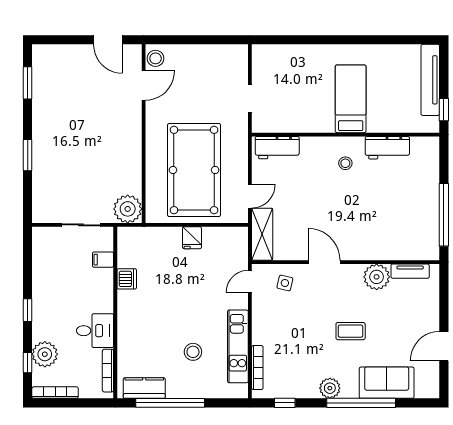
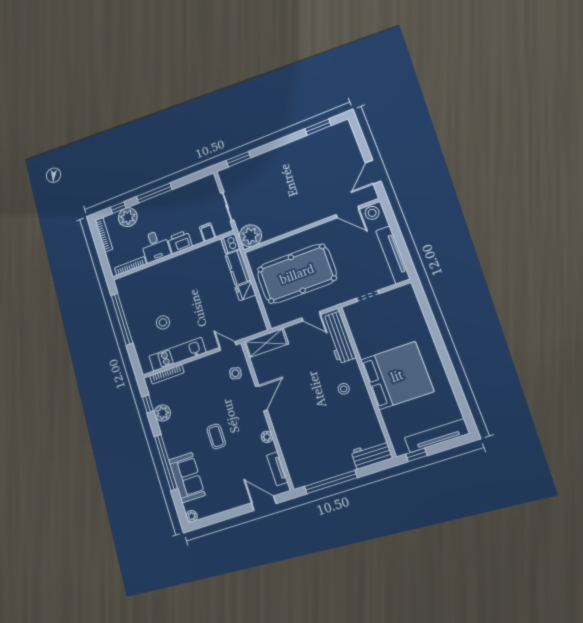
tv unit: (213, 53) -> (393, 255), added
bed: (351, 99) -> (397, 376), width x2.04
workbench: (277, 148) -> (339, 337), width x1.38
workbench: (387, 148) -> (372, 454), moved, turned 90
window: (28, 155) -> (238, 159), moved
door: (250, 196) -> (311, 316), moved
plant: (377, 277) -> (267, 437), width x0.53, depth x0.53
dishwasher: (127, 279) -> (230, 244), moved, turned 90
printer: (102, 298) -> (180, 242), added
window: (28, 310) -> (154, 193), width x2.17
door: (444, 346) -> (264, 503), moved
kitchen counter: (144, 388) -> (238, 268), moved, turned 180
plant: (330, 388) -> (162, 413), moved
plant: (433, 392) -> (192, 516), added

